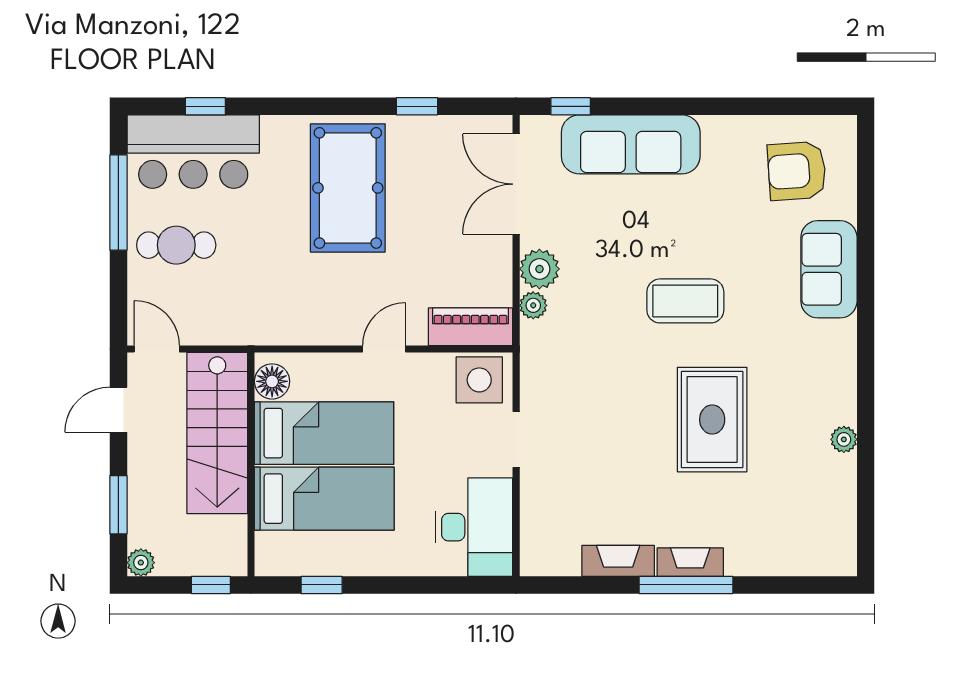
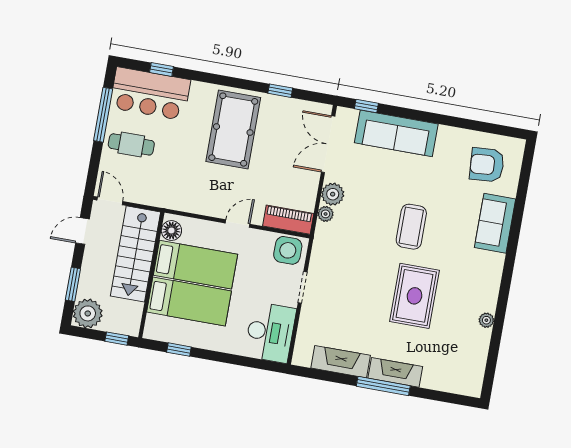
coffee table: (685, 301) -> (411, 227), turned 90
fireplace: (618, 561) -> (341, 362), width x1.37, depth x1.32
fireplace: (690, 562) -> (395, 372), width x1.37, depth x1.32
plant: (141, 563) -> (88, 313), width x1.88, depth x1.88

